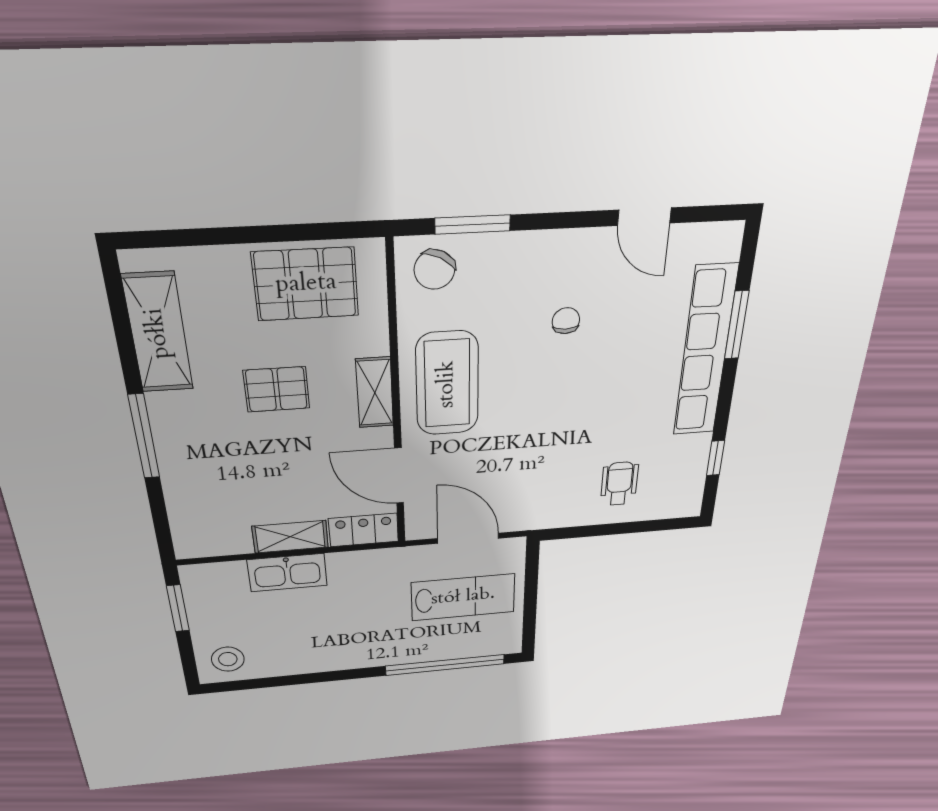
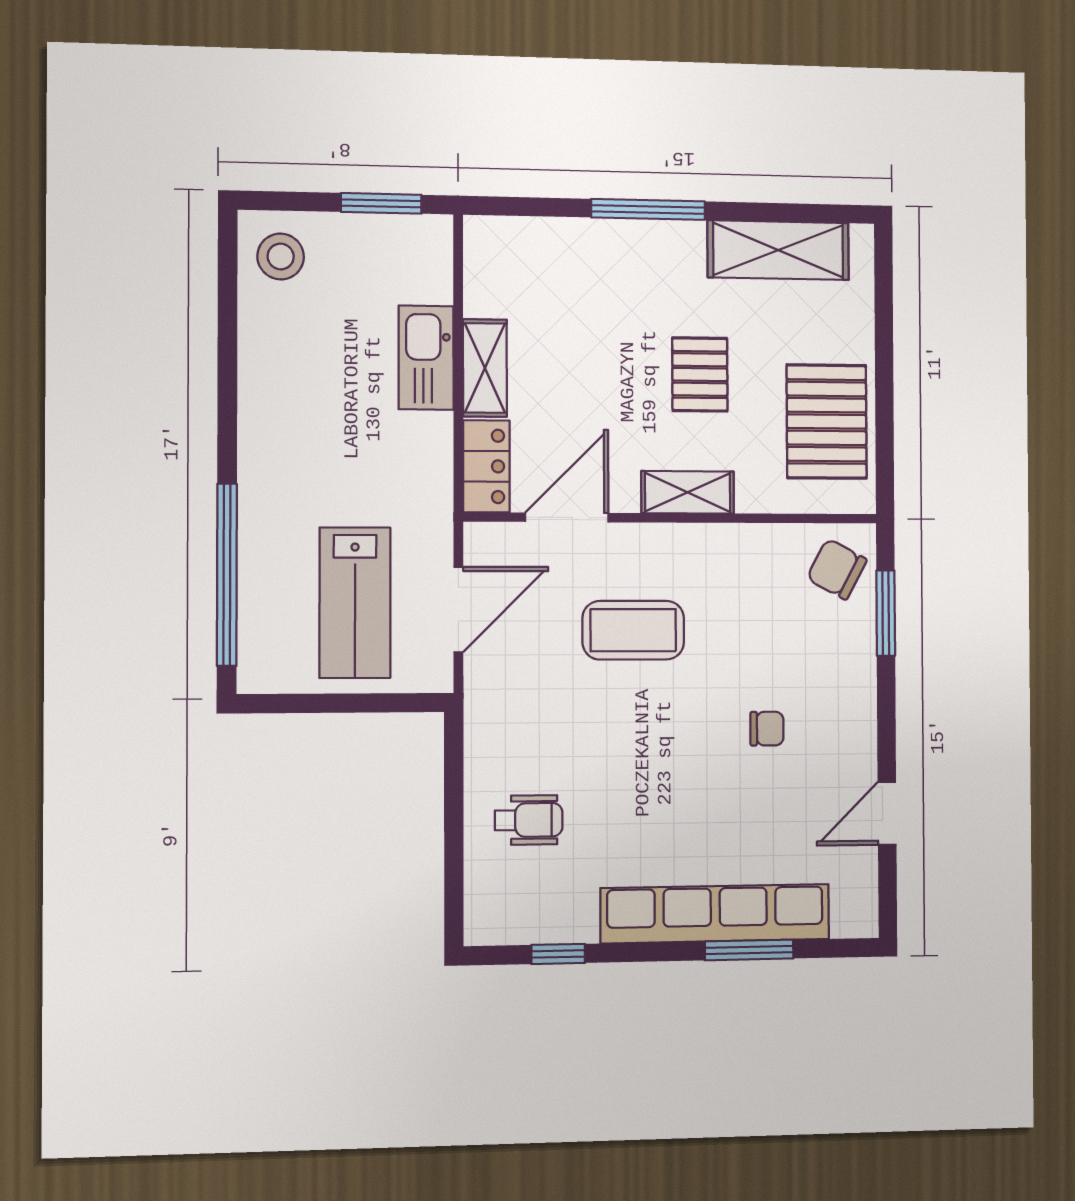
coffee table: (447, 384) -> (633, 630), moved, width x0.73, depth x0.76

